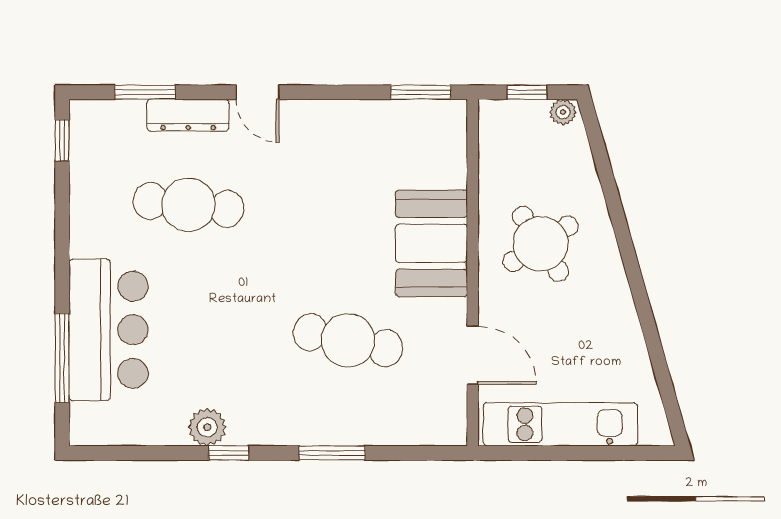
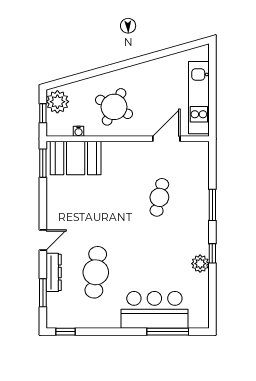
plant: (563, 112) -> (57, 102), width x1.88, depth x1.88
water cooler: (489, 168) -> (79, 131), added
booth: (432, 243) -> (76, 158), moved
round table: (541, 244) -> (114, 107), turned -30
cafe table: (348, 340) -> (159, 197), width x0.73, depth x0.74

